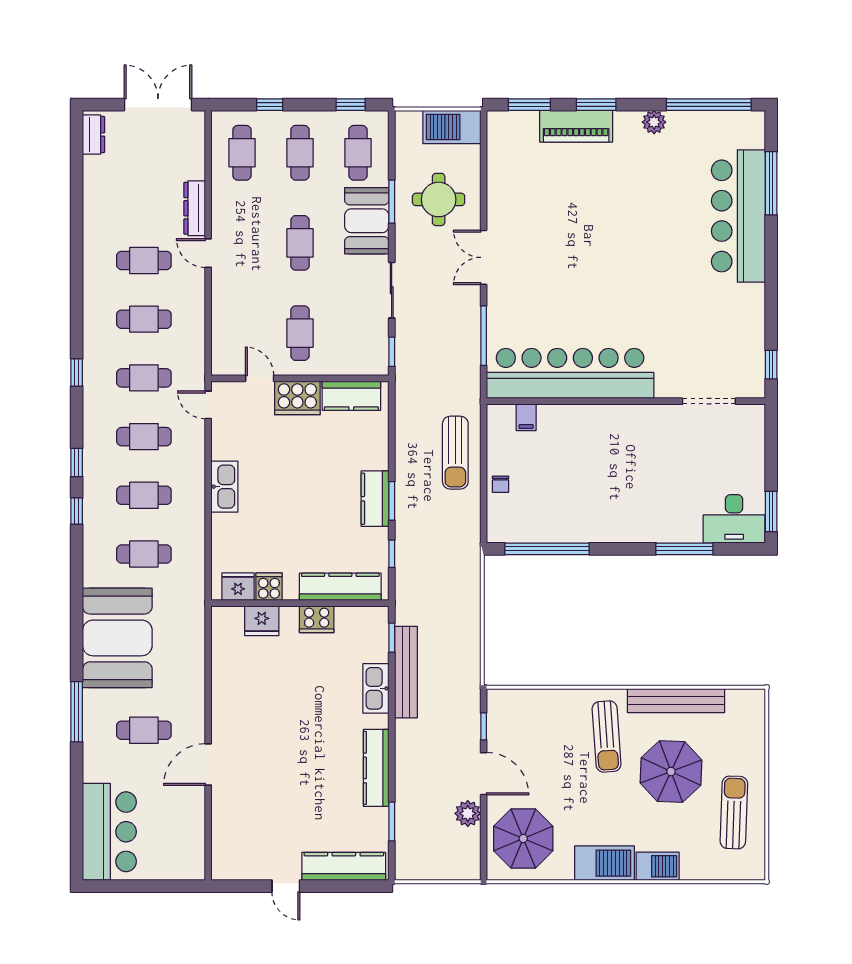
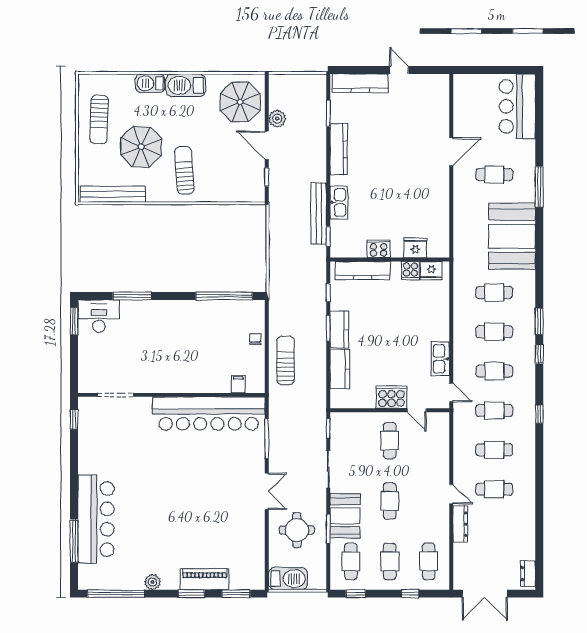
kitchen counter: (351, 396) -> (340, 369), moved, turned 90
kitchen sink: (224, 487) -> (440, 359), moved
window: (77, 511) -> (539, 321), width x1.50
bench: (676, 701) -> (113, 194), moved

